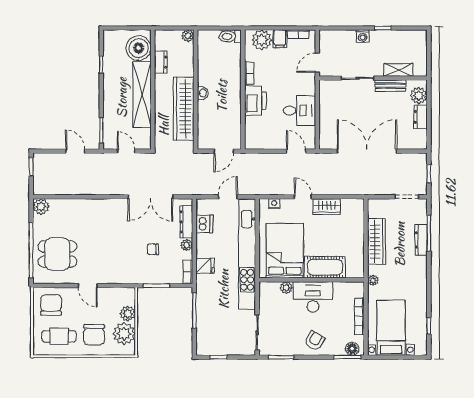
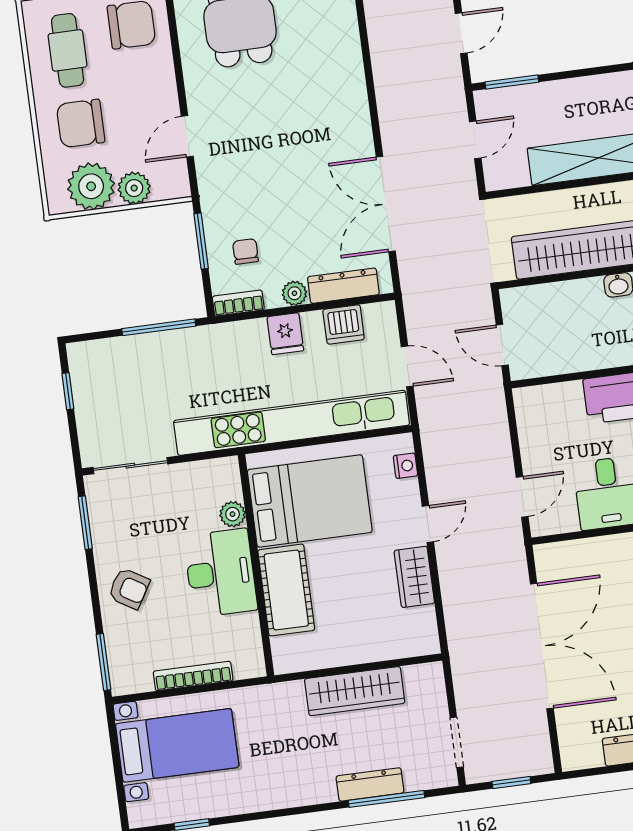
chair: (153, 249) -> (245, 251), moved
fridge: (205, 266) -> (285, 334), moved
plant: (373, 280) -> (272, 695), removed
door: (88, 286) -> (187, 136), moved
floor lamp: (352, 349) -> (122, 670), removed

